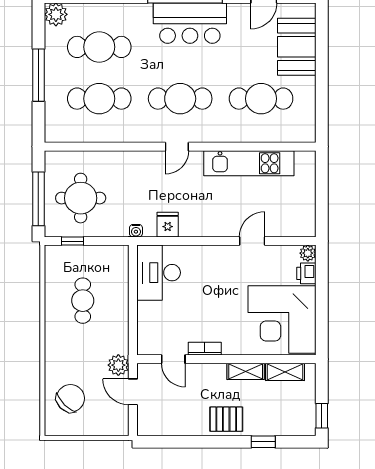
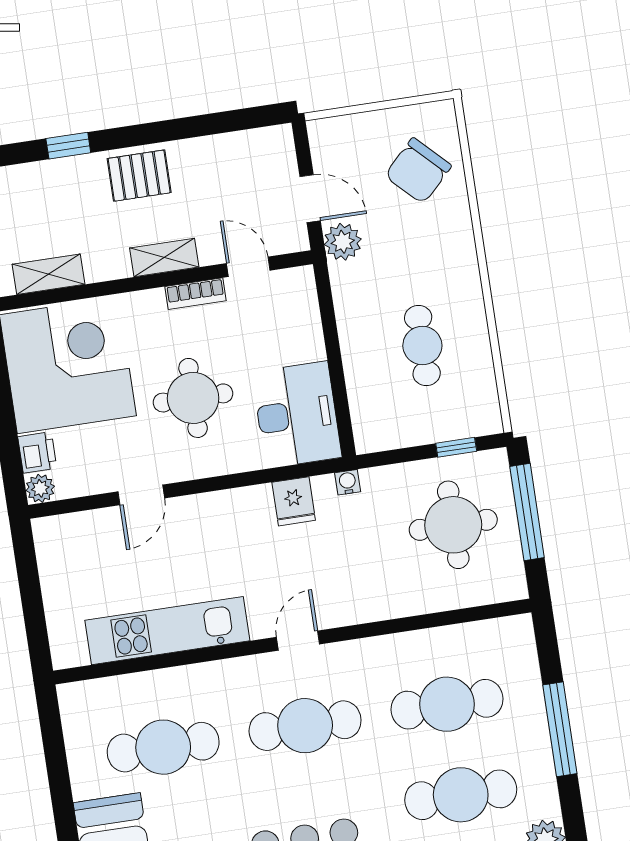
round table: (215, 291) -> (193, 398), added
shelving: (246, 371) -> (164, 258), moved

